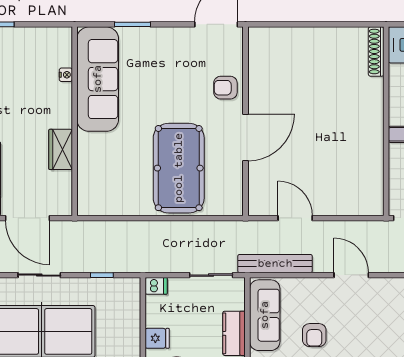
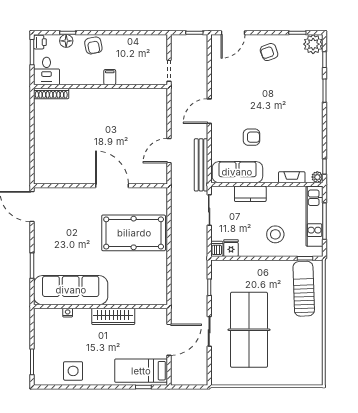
armchair: (225, 88) -> (77, 200), removed
wardrobe: (61, 149) -> (113, 316), width x1.50
fridge: (157, 338) -> (231, 248), moved

